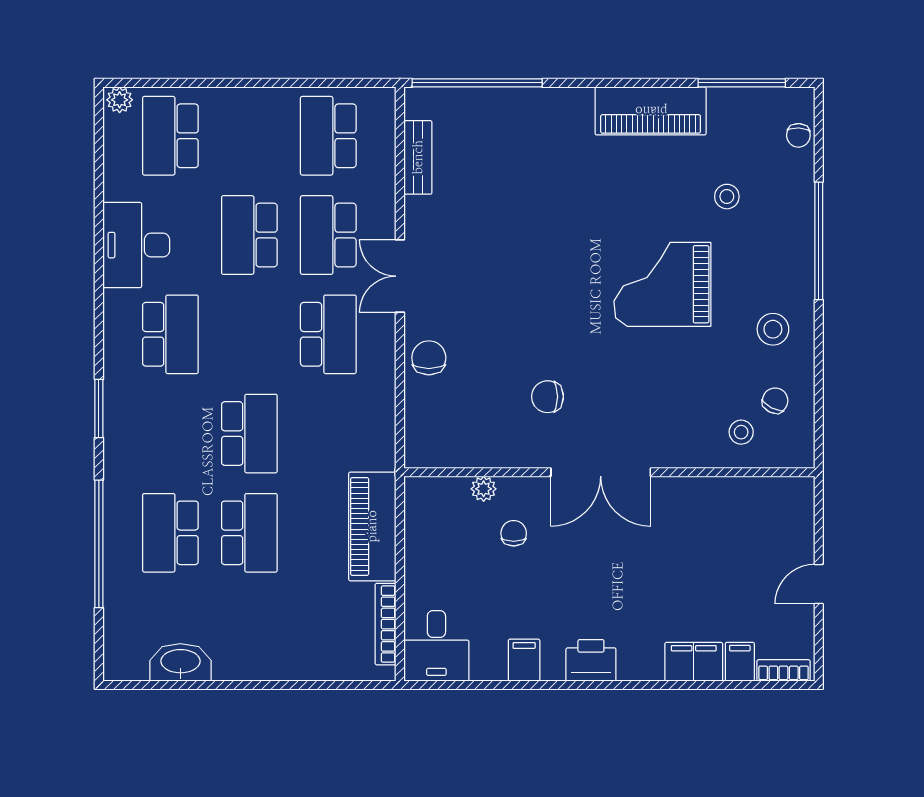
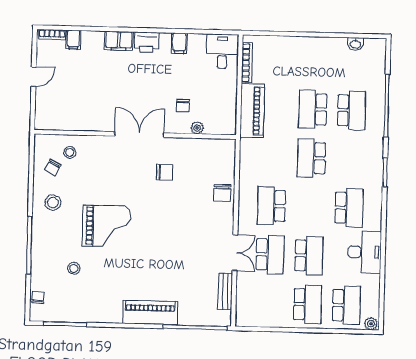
piano: (651, 111) -> (150, 312), moved
school desk: (328, 136) -> (308, 304), moved
double door: (400, 276) -> (235, 253), moved
school desk: (170, 334) -> (349, 208), turned 180
washbasin: (180, 662) -> (355, 44), width x0.52, depth x0.69
filing cabinet: (694, 662) -> (119, 41), moved

